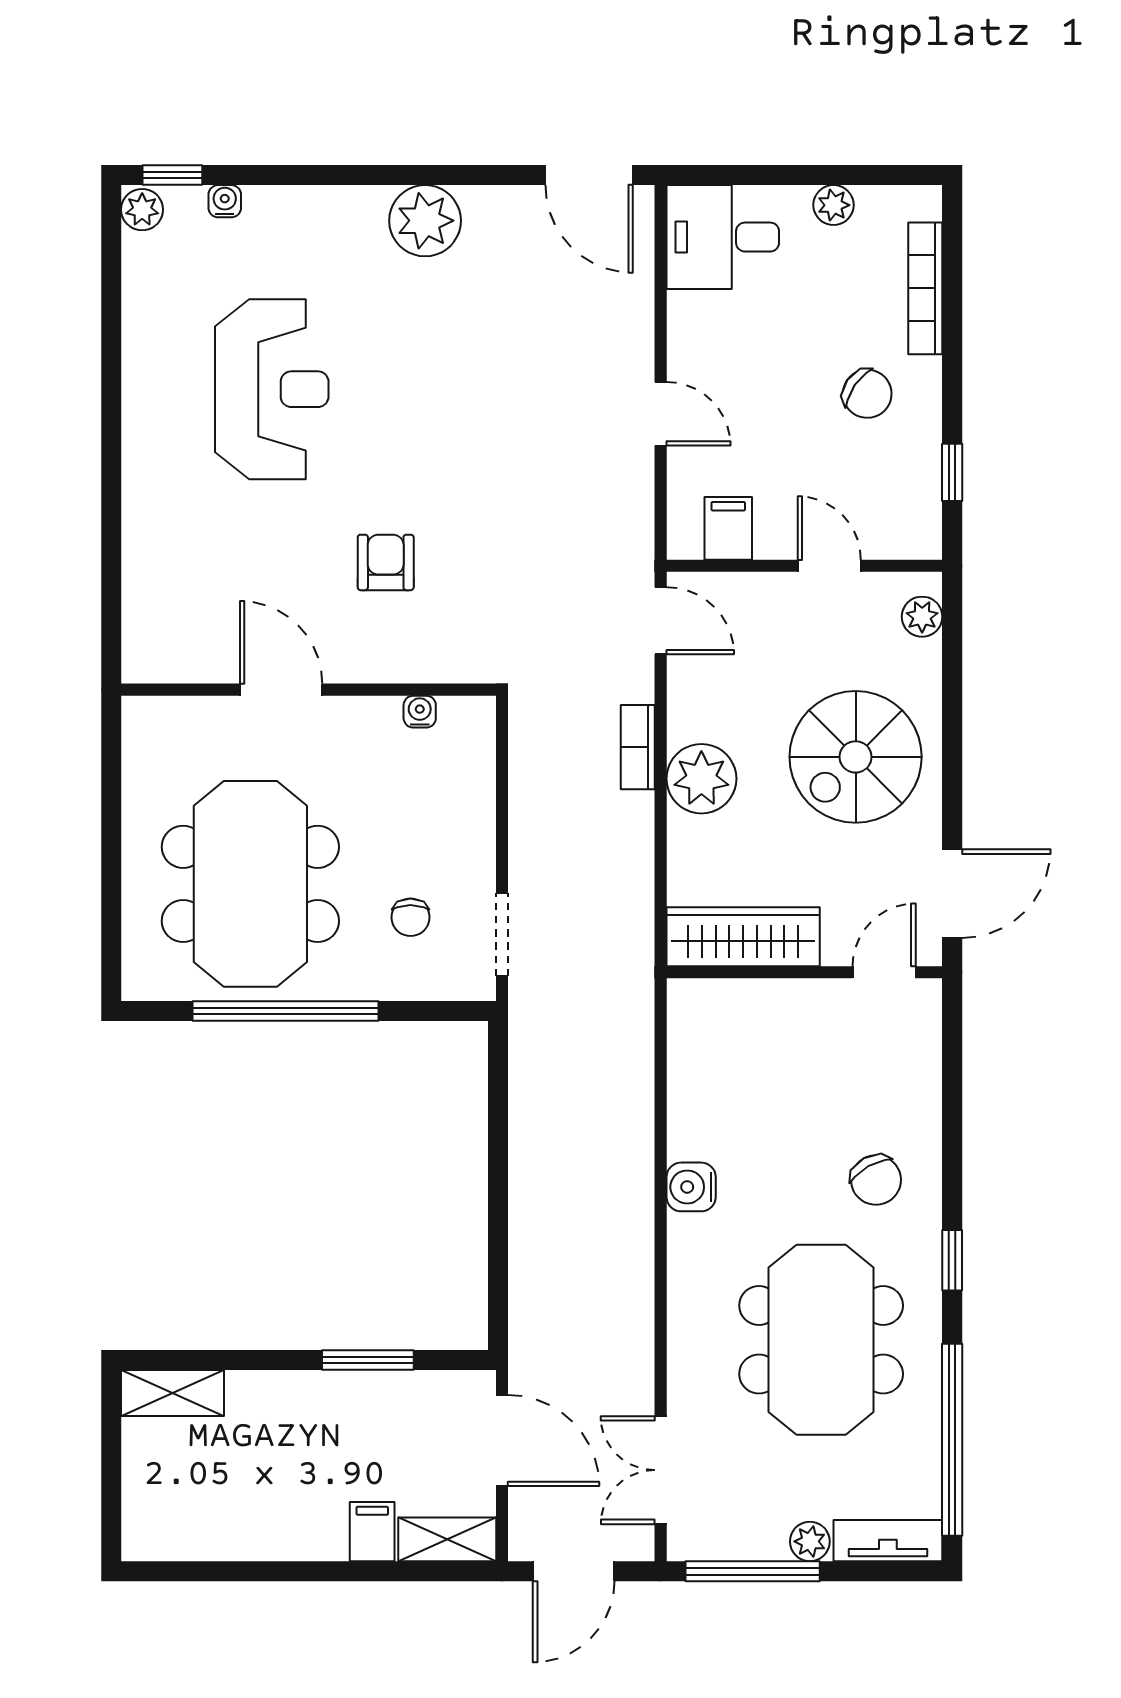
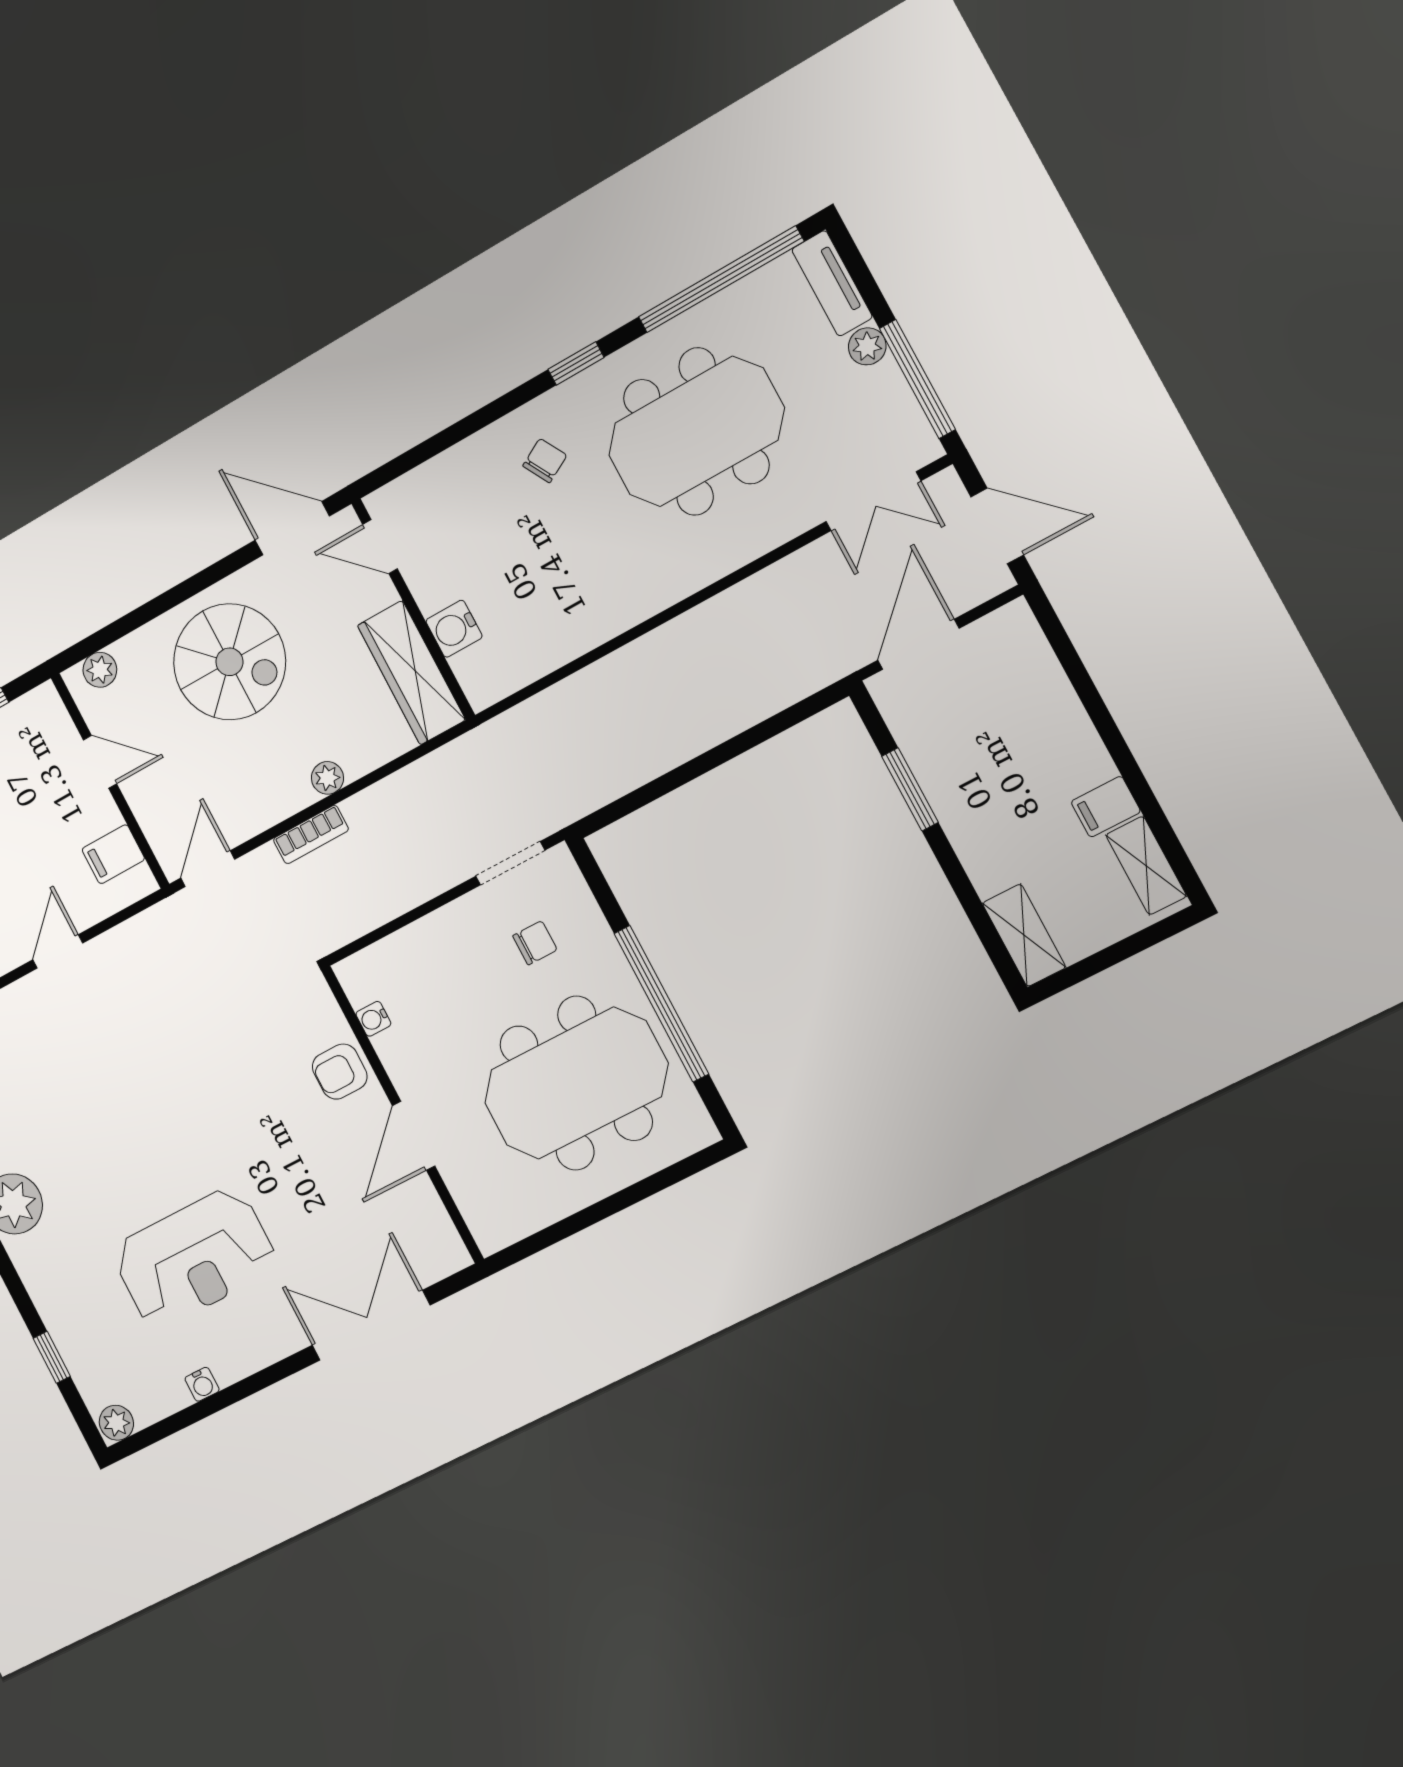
window: (172, 175) -> (52, 1357), moved
water cooler: (225, 201) -> (202, 1384), moved, turned -90
reception desk: (272, 389) -> (194, 1258), turned 180
double door: (111, 541) -> (371, 1325), added
armchair: (386, 562) -> (340, 1072), moved
door: (829, 566) -> (100, 762), swing flipped
plant: (701, 779) -> (327, 778), width x0.53, depth x0.53
chair: (876, 1180) -> (545, 461), width x0.73, depth x0.73
water cooler: (691, 1187) -> (454, 629), moved, turned 90
filing cabinet: (372, 1532) -> (1106, 807), moved
shelving: (447, 1539) -> (1146, 866), moved

